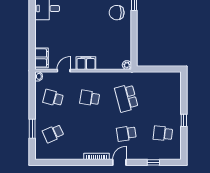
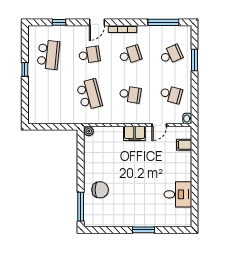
filing cabinet: (41, 58) -> (184, 145), width x0.50
school desk: (90, 133) -> (130, 55), added
school desk: (163, 133) -> (48, 55), width x1.85
window: (60, 162) -> (163, 22), added

